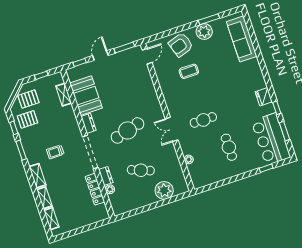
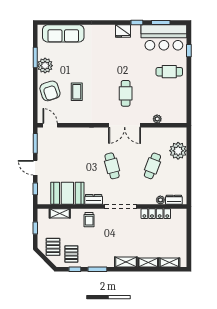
double door: (172, 129) -> (125, 125), width x1.37
cafe table: (128, 130) -> (112, 166), width x0.73, depth x0.74
cafe table: (229, 147) -> (169, 72), moved
trolley: (55, 152) -> (89, 220), moved
dresser: (106, 176) -> (174, 200), moved

